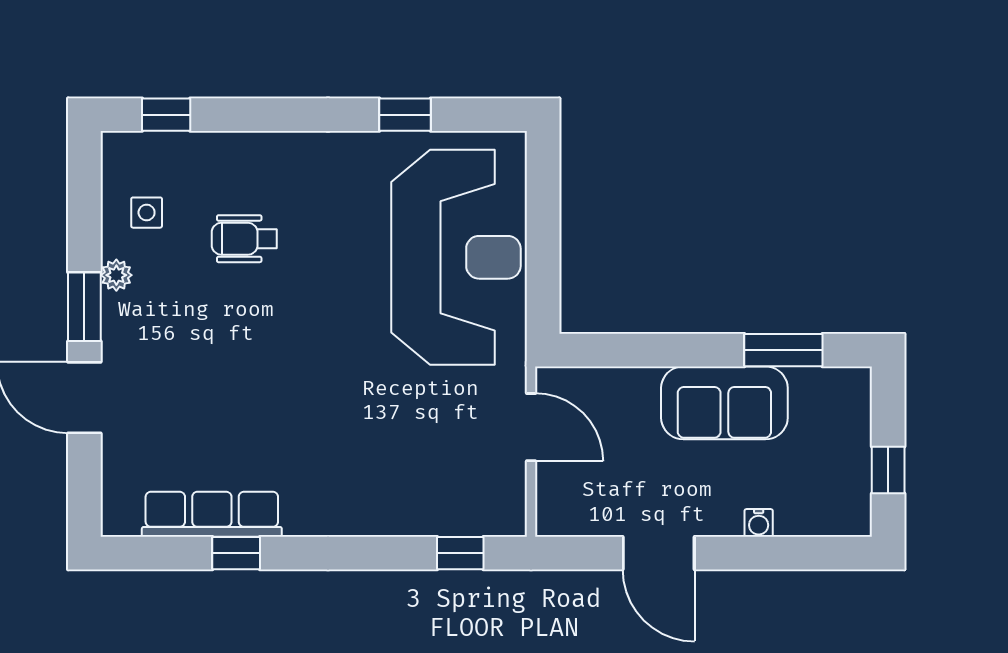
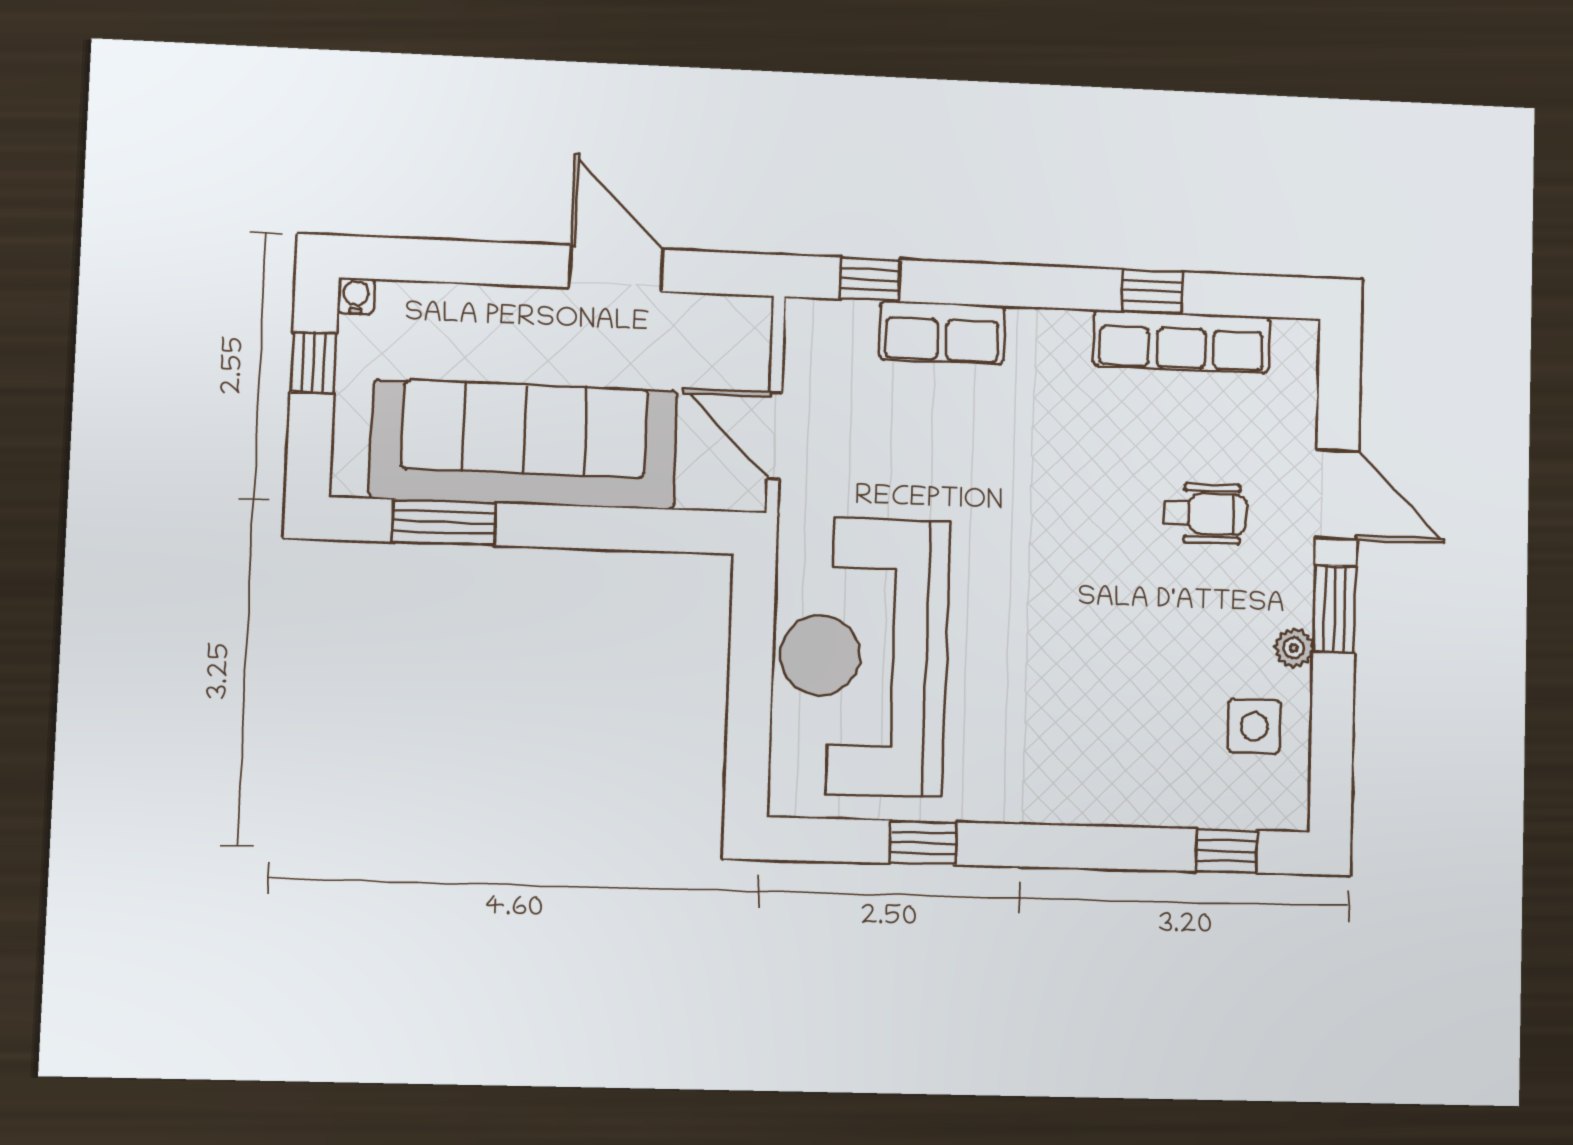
side table: (147, 213) -> (1254, 726), width x1.37, depth x1.37
wheelchair: (244, 239) -> (1206, 514), moved
sofa: (724, 403) -> (524, 444), width x1.85, depth x1.27
row of seats: (402, 513) -> (942, 333), added
water cooler: (759, 523) -> (356, 296), moved

